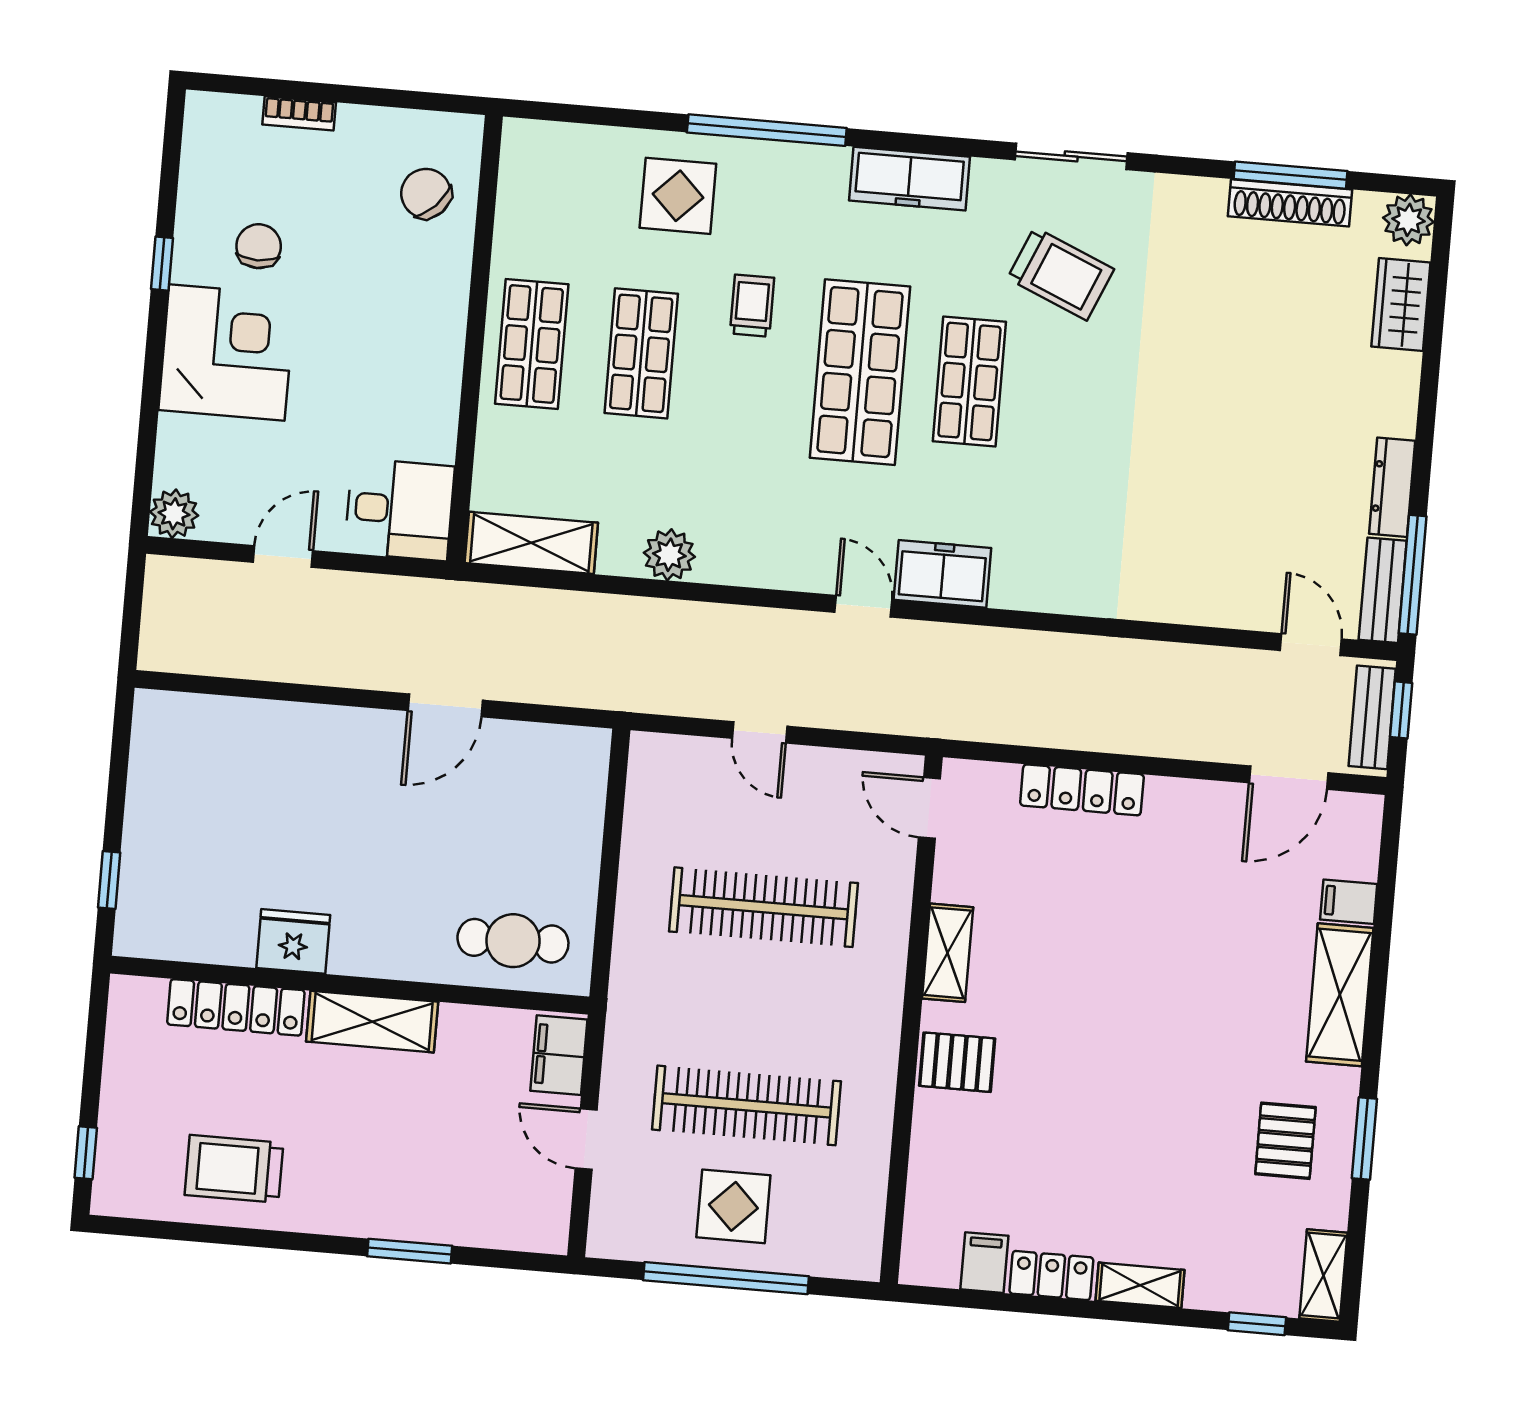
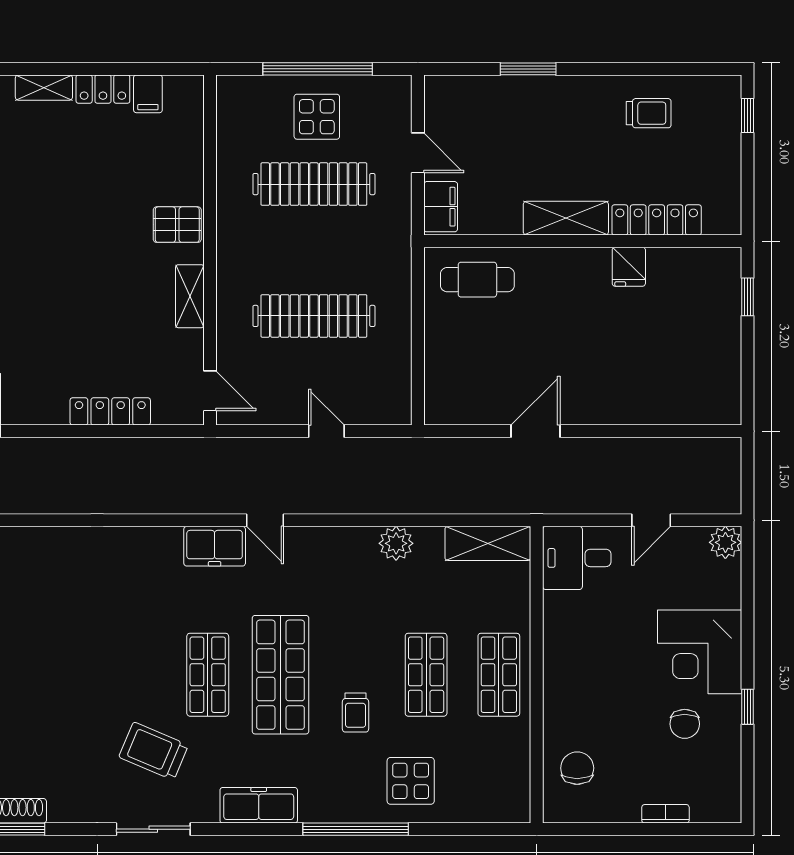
chair: (426, 193) -> (577, 768), turned -134
fridge: (293, 941) -> (629, 267), width x0.72
trolley: (234, 1169) -> (649, 113), width x0.73, depth x0.72

